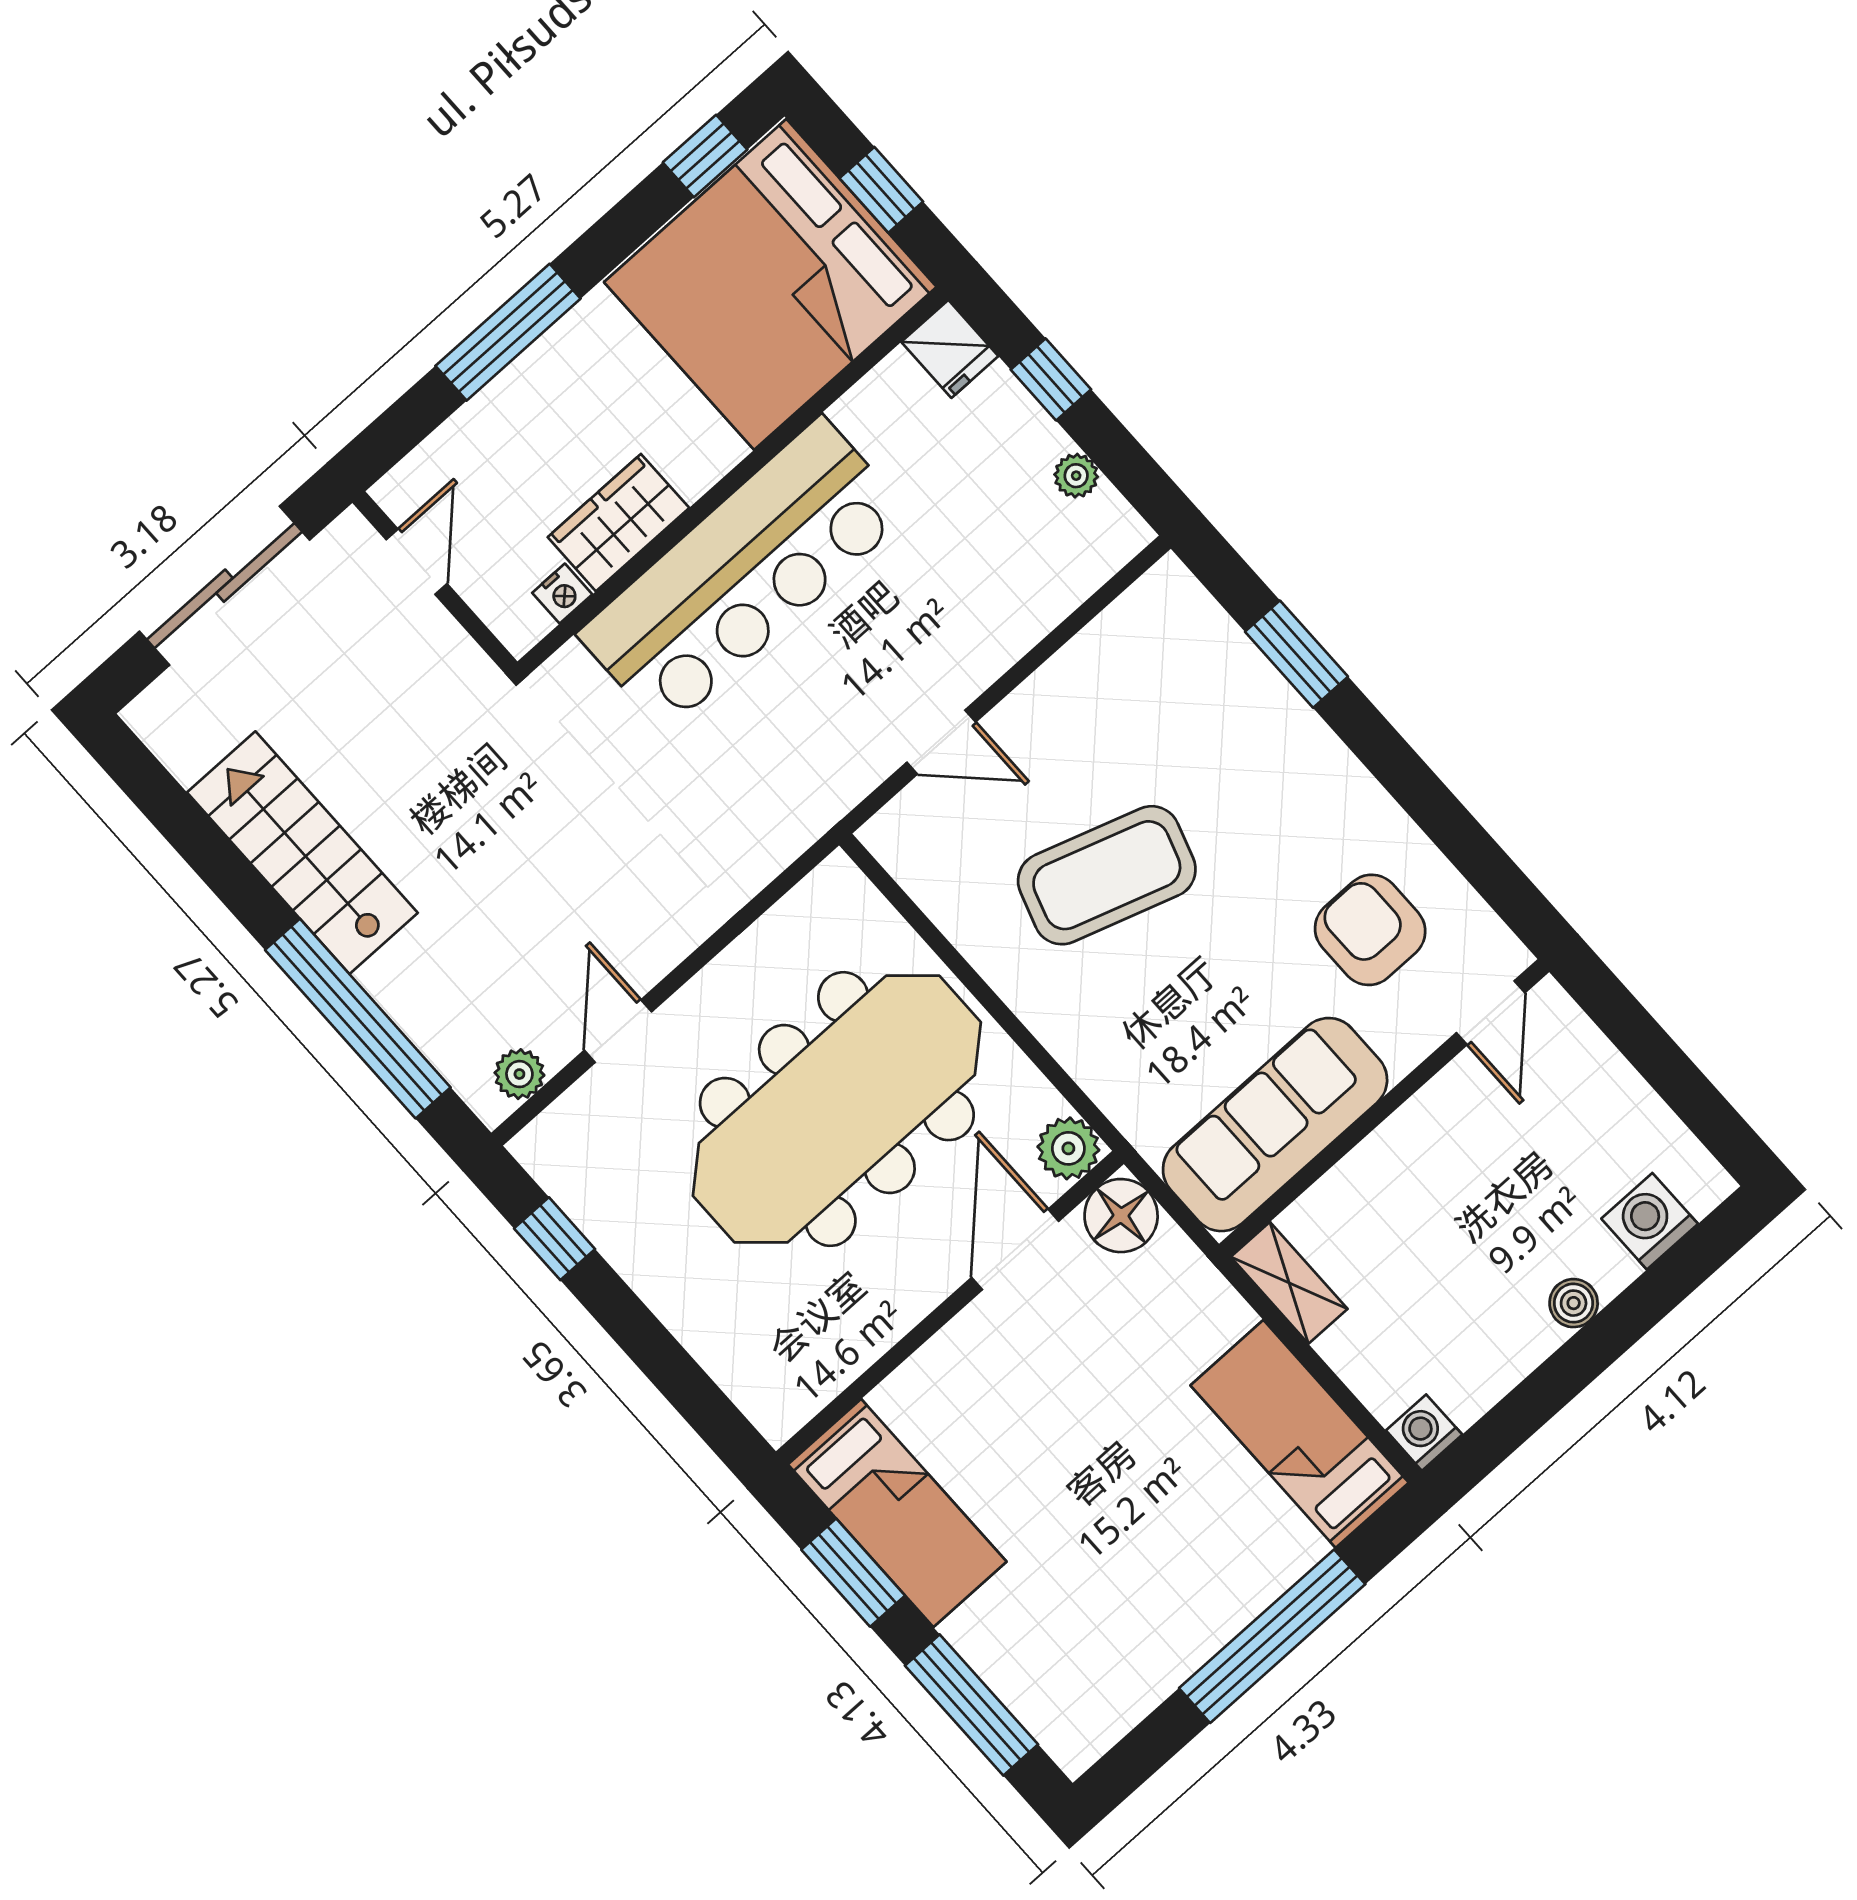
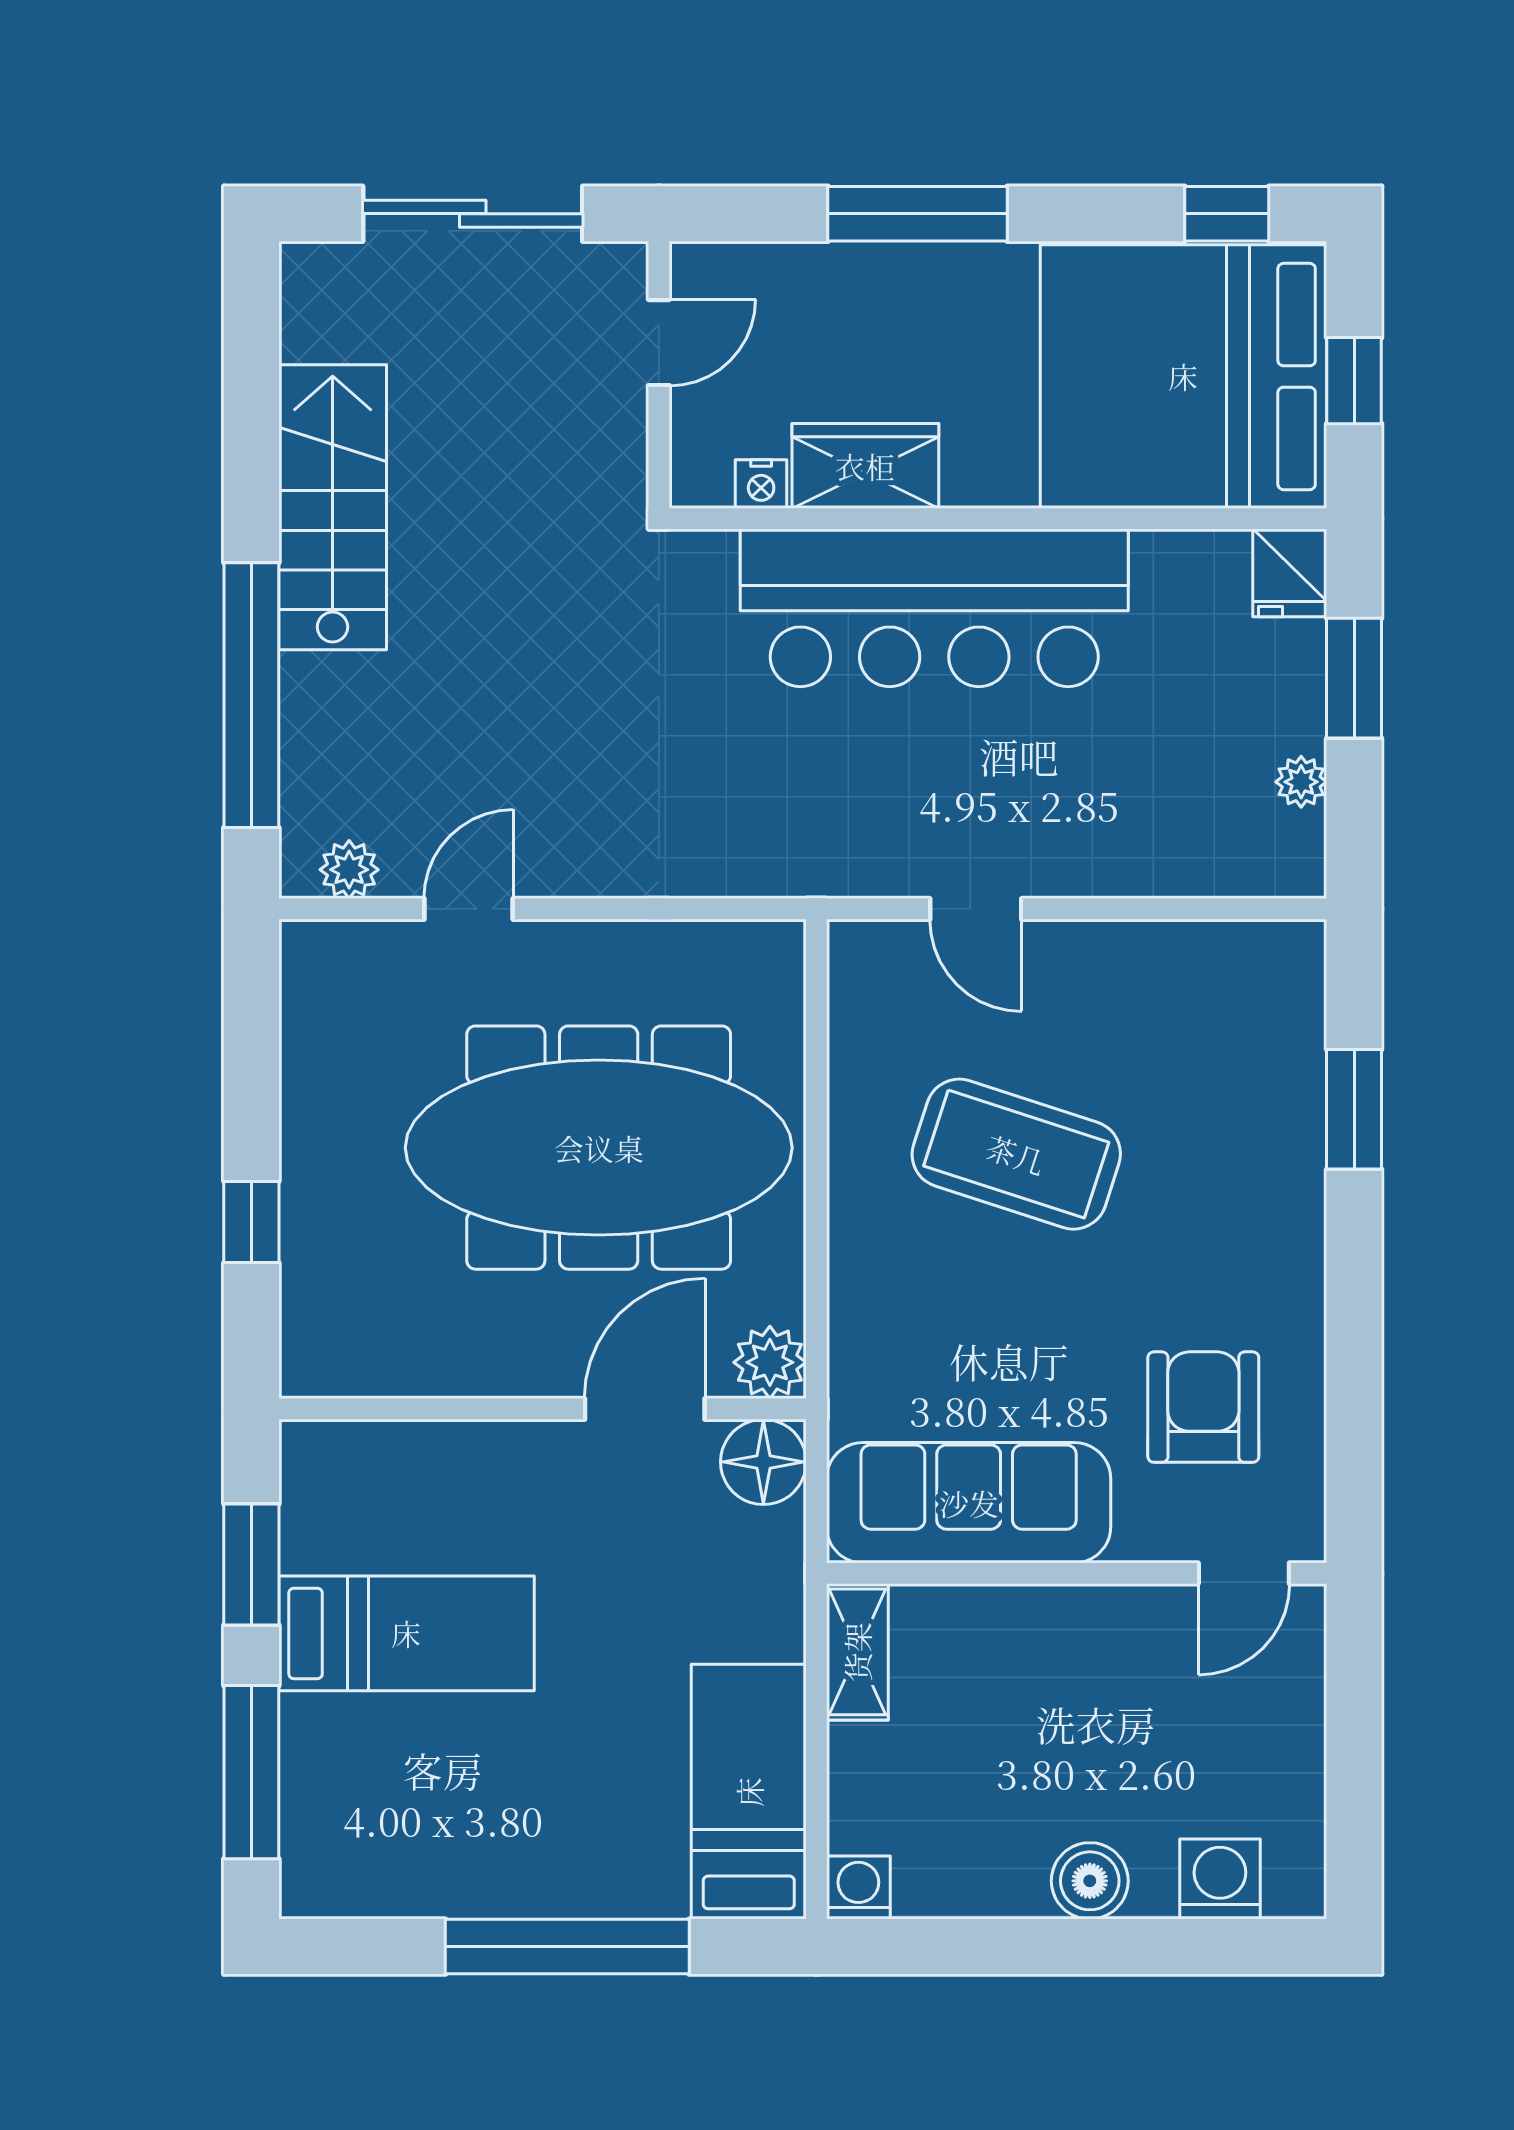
window: (1051, 379) -> (1354, 678), width x1.50
window: (555, 1239) -> (251, 1222), moved
boiler: (1574, 1303) -> (1090, 1881), width x1.36, depth x1.36
bed: (897, 1513) -> (406, 1633), moved, turned -90

